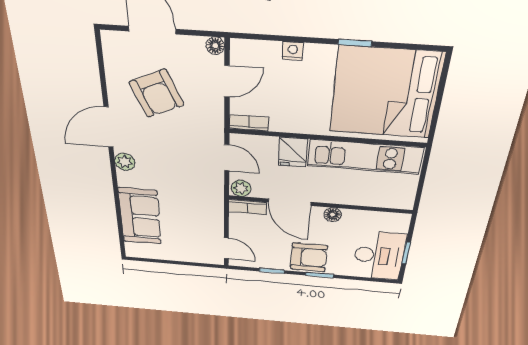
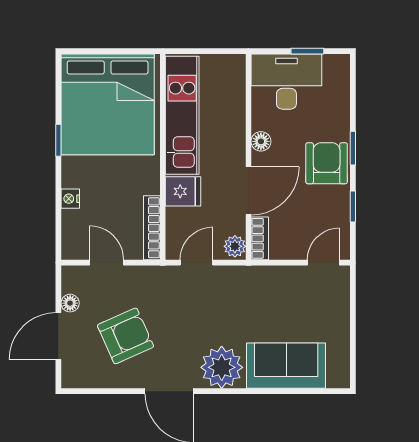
floor lamp: (215, 46) -> (70, 303), moved
bookcase: (249, 123) -> (152, 228), width x1.56
plant: (125, 162) -> (222, 367), width x1.87, depth x1.87
desk: (379, 256) -> (286, 82), moved

